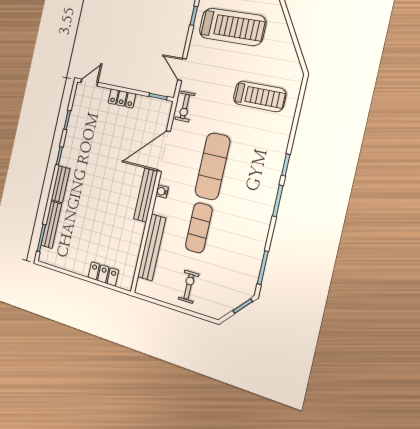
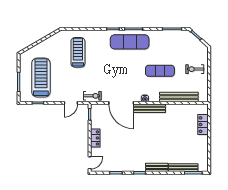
door: (89, 83) -> (90, 163), swing flipped
exercise mat: (212, 166) -> (130, 42), moved

